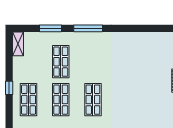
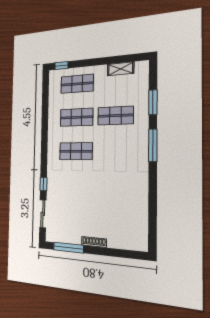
shelving: (18, 44) -> (121, 69), moved
window: (9, 88) -> (61, 66), moved

